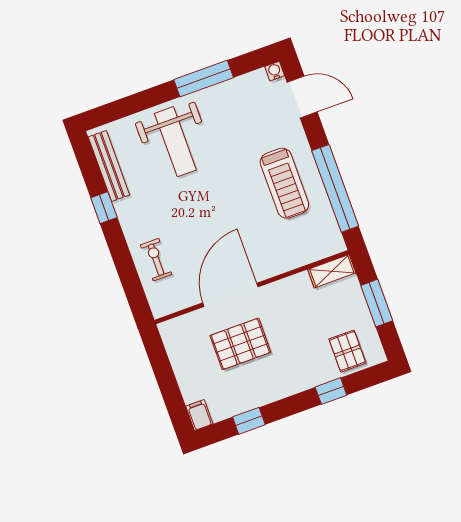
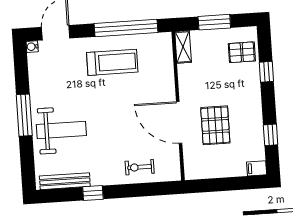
window: (204, 79) -> (24, 115), moved

